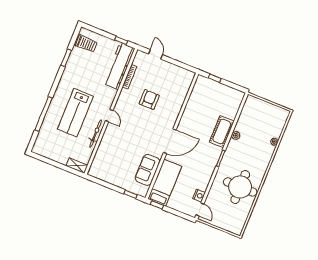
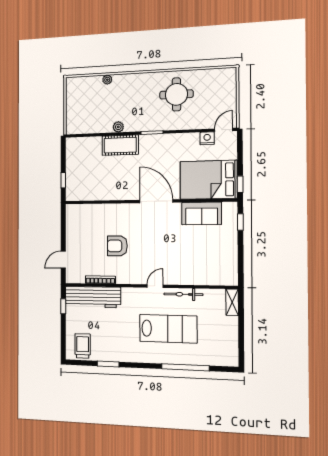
bed: (165, 183) -> (209, 180), width x1.50
round table: (240, 187) -> (176, 94), width x0.73, depth x0.73

